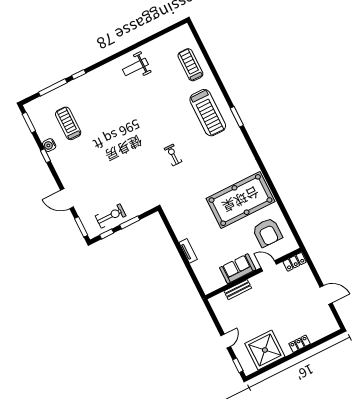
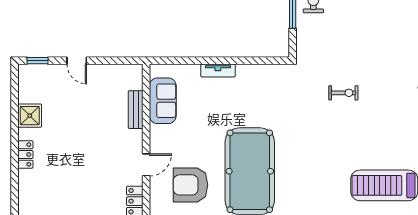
exercise bike: (173, 155) -> (343, 93), moved
sofa: (238, 269) -> (163, 101), moved
shower: (265, 350) -> (30, 116), width x0.54, depth x0.54

